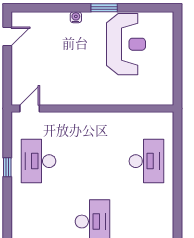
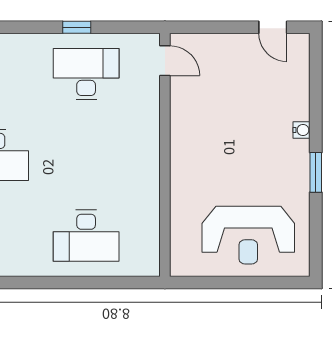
reception desk: (126, 44) -> (248, 235), moved

